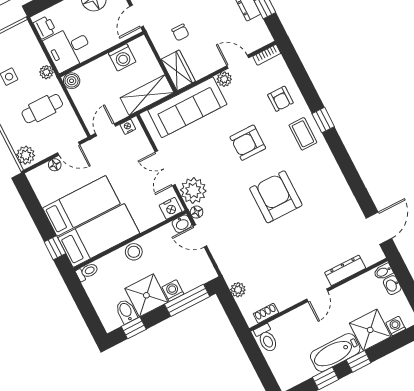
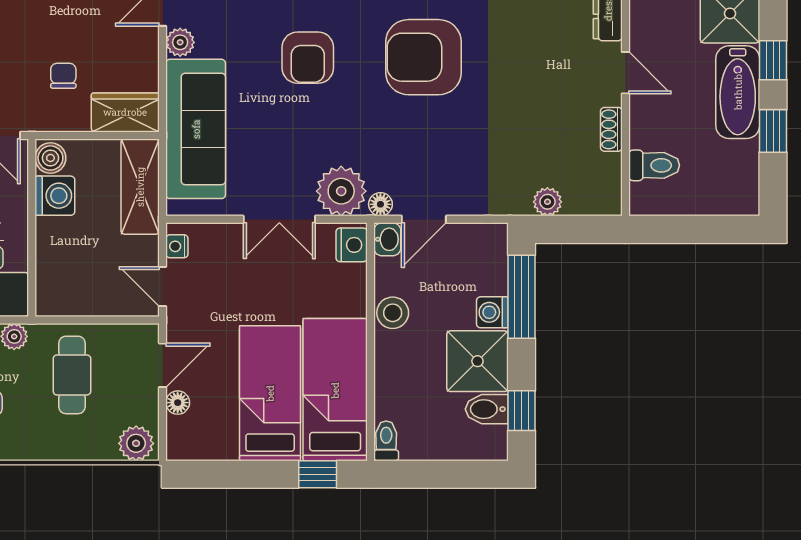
chair: (180, 32) -> (63, 76), turned -90
boiler: (72, 81) -> (50, 158), moved
stool: (134, 252) -> (393, 313), moved
shoe rack: (266, 313) -> (611, 129), moved
toilet: (266, 338) -> (654, 165), moved

